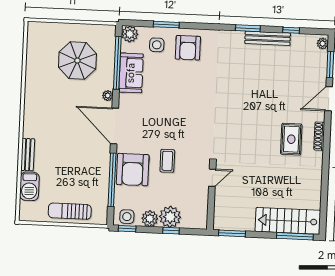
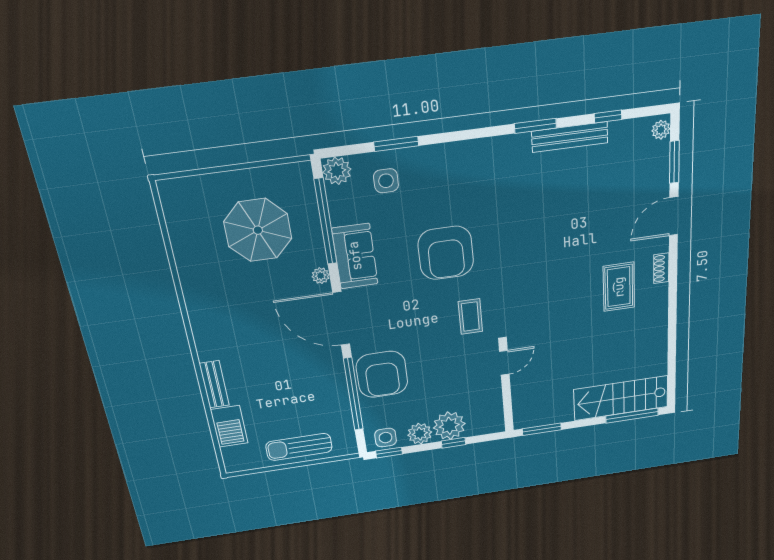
armchair: (188, 48) -> (446, 253), moved, width x1.36, depth x1.36
sofa: (131, 73) -> (355, 256), moved
shoe rack: (319, 136) -> (661, 268), width x0.70
coffee table: (167, 161) -> (470, 317), moved

